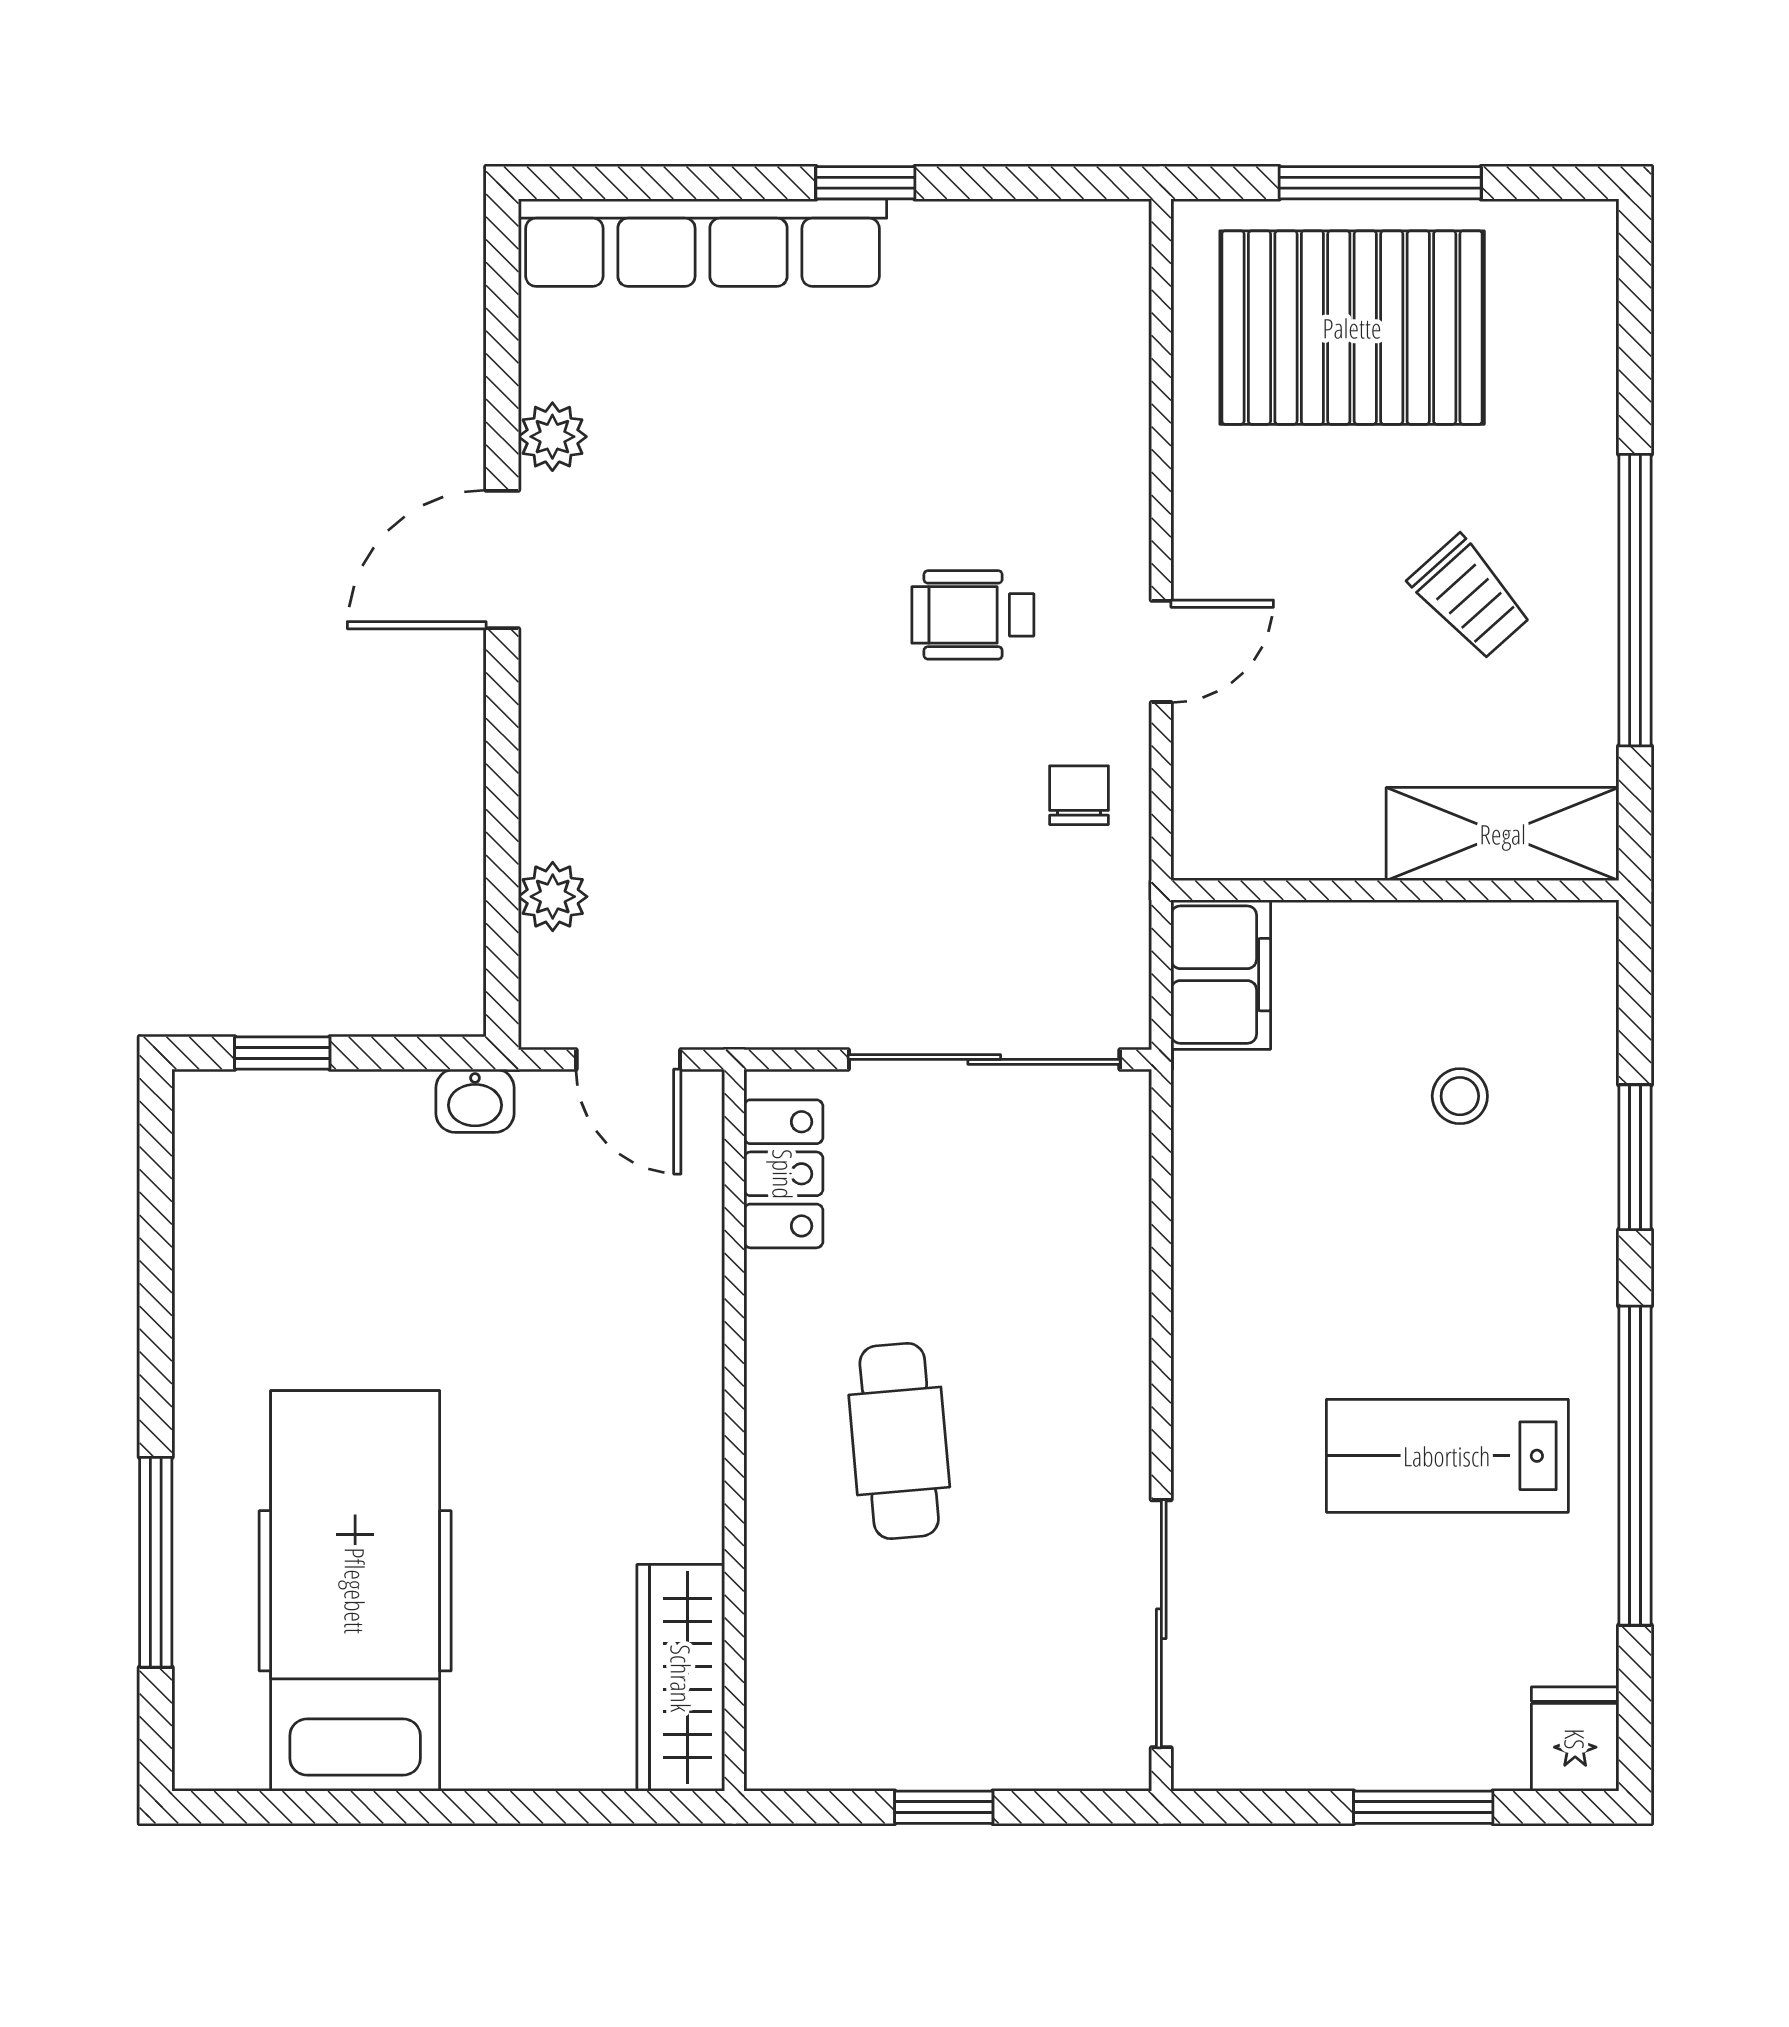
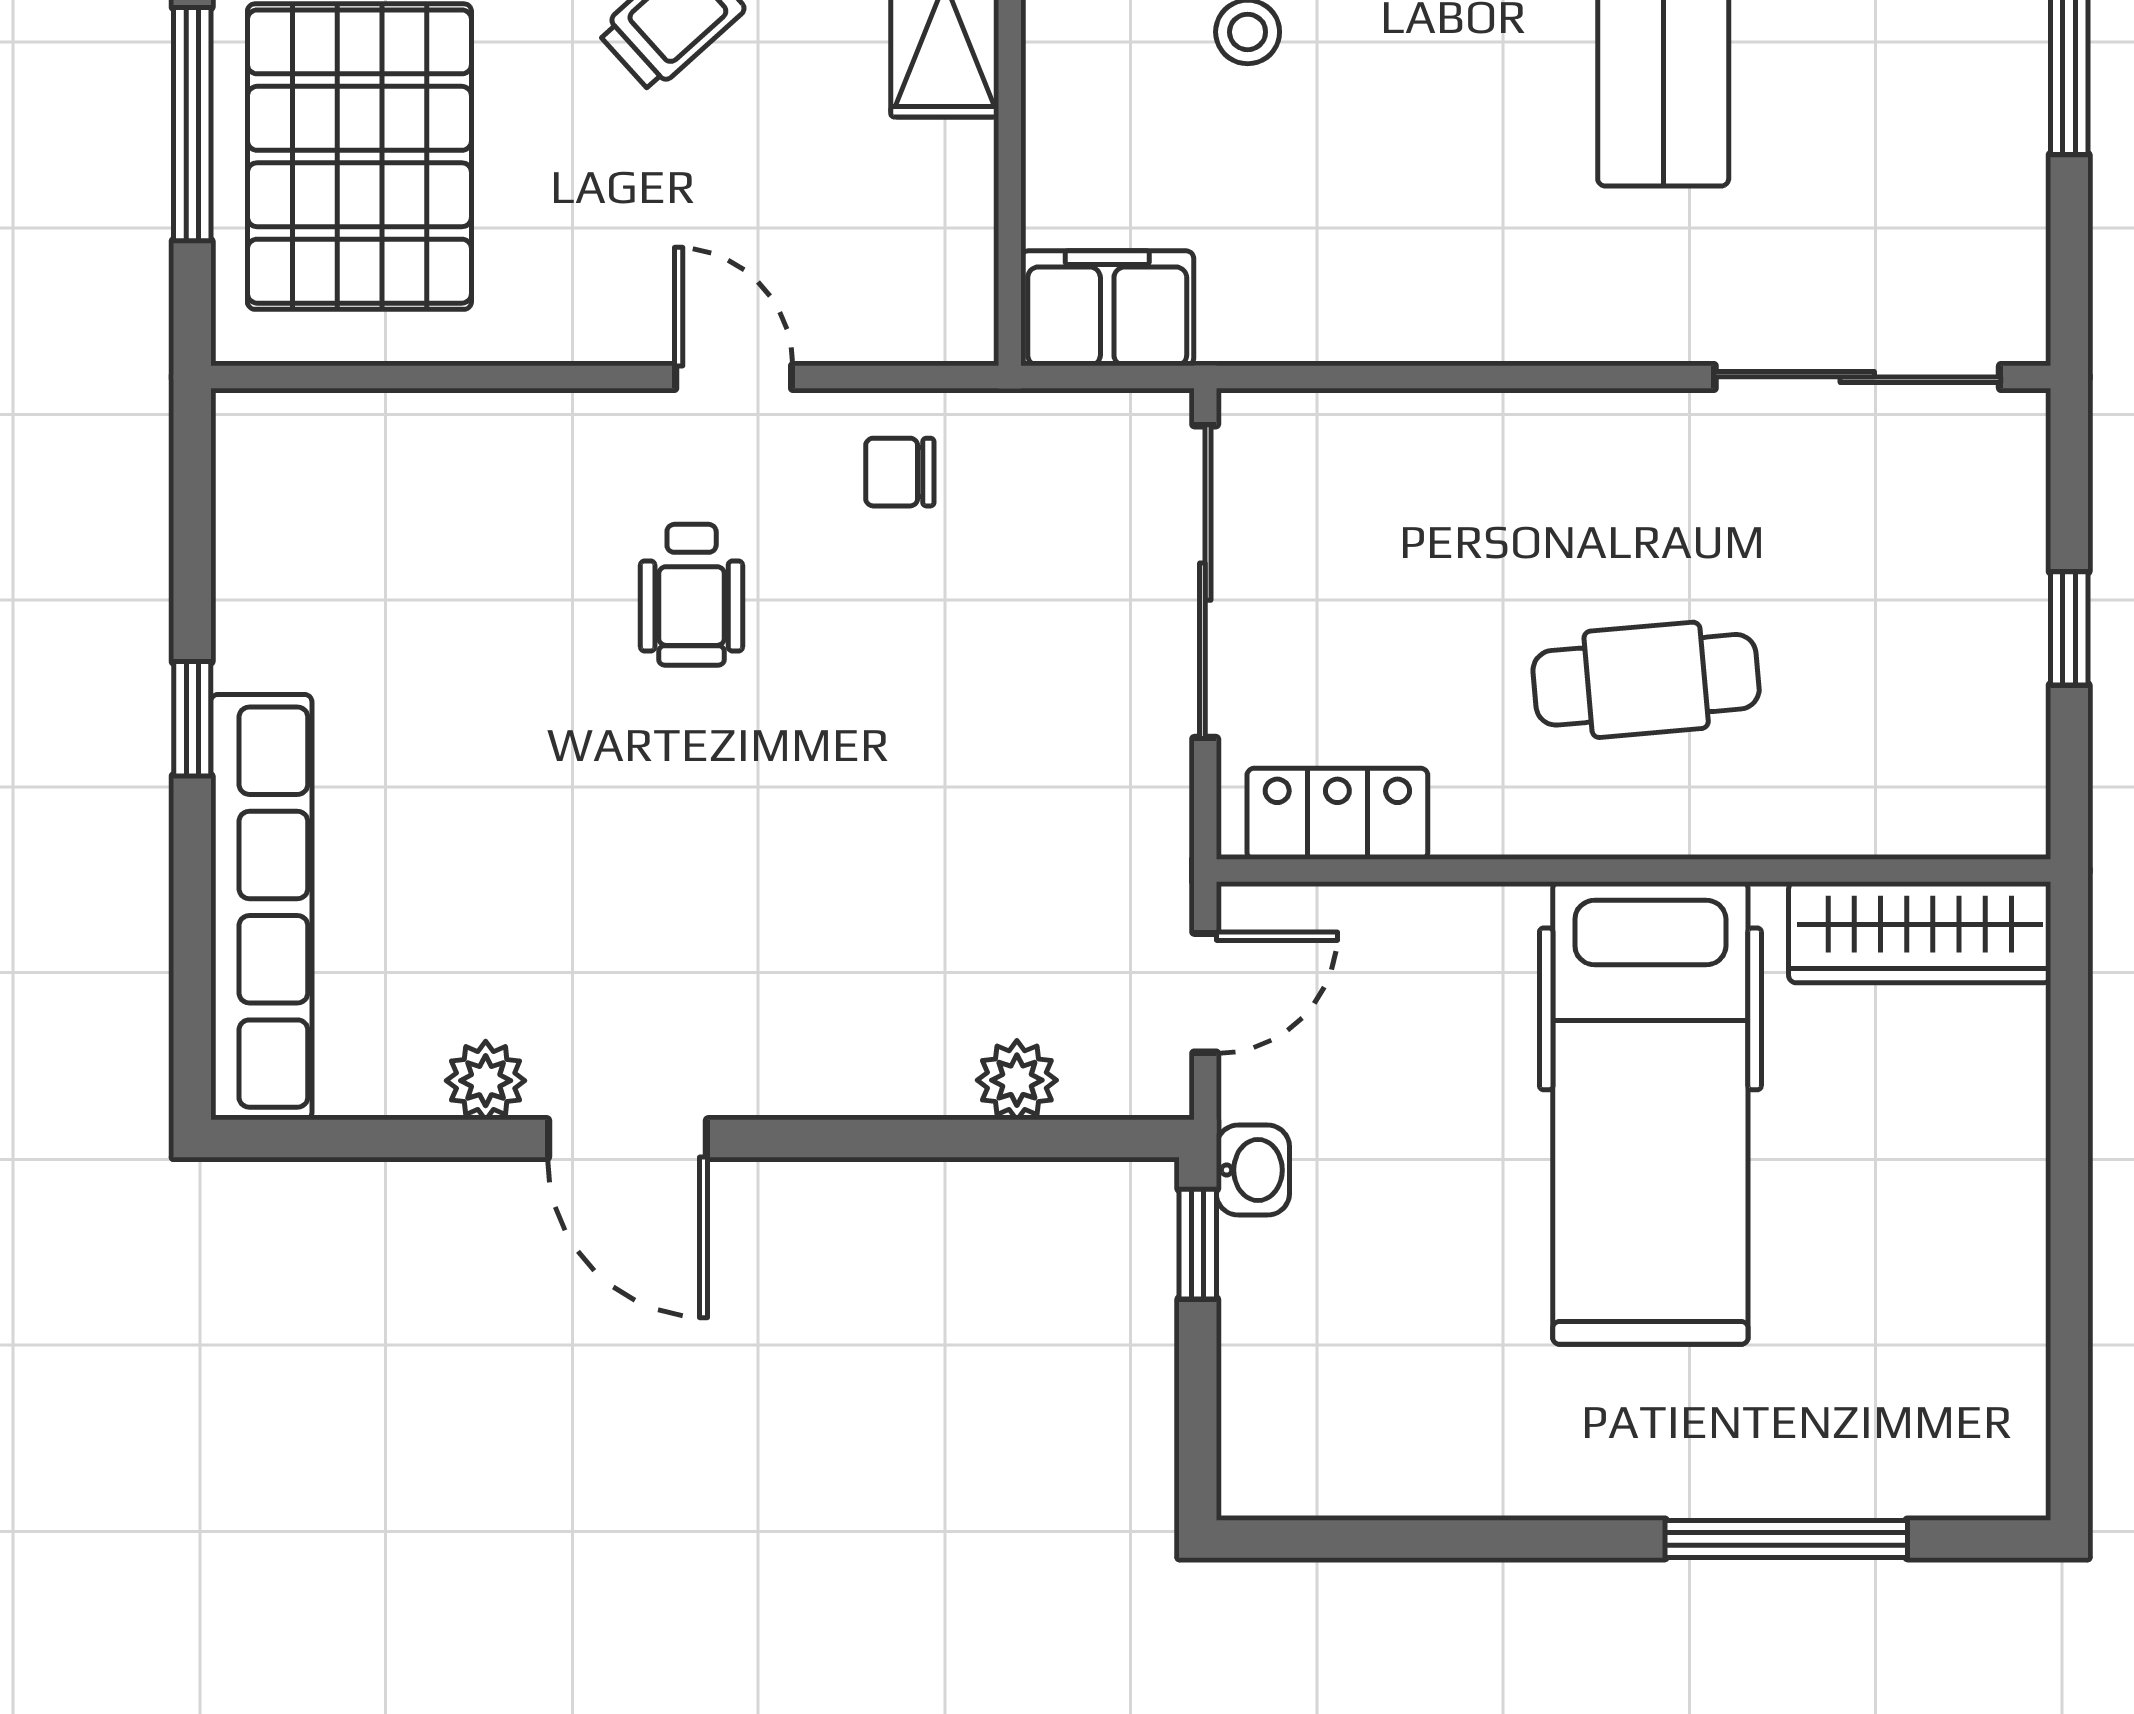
window: (282, 1053) -> (1198, 1244), moved
hospital bed: (355, 1591) -> (1650, 1113), moved, turned -90

